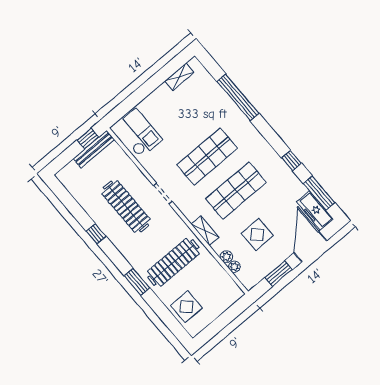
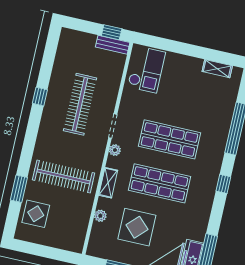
bench: (94, 149) -> (113, 45), width x0.73
window: (292, 161) -> (223, 184), moved
display table: (257, 234) -> (137, 227), width x1.36, depth x1.36
plant: (234, 267) -> (115, 150), moved
window: (137, 282) -> (19, 189), moved

